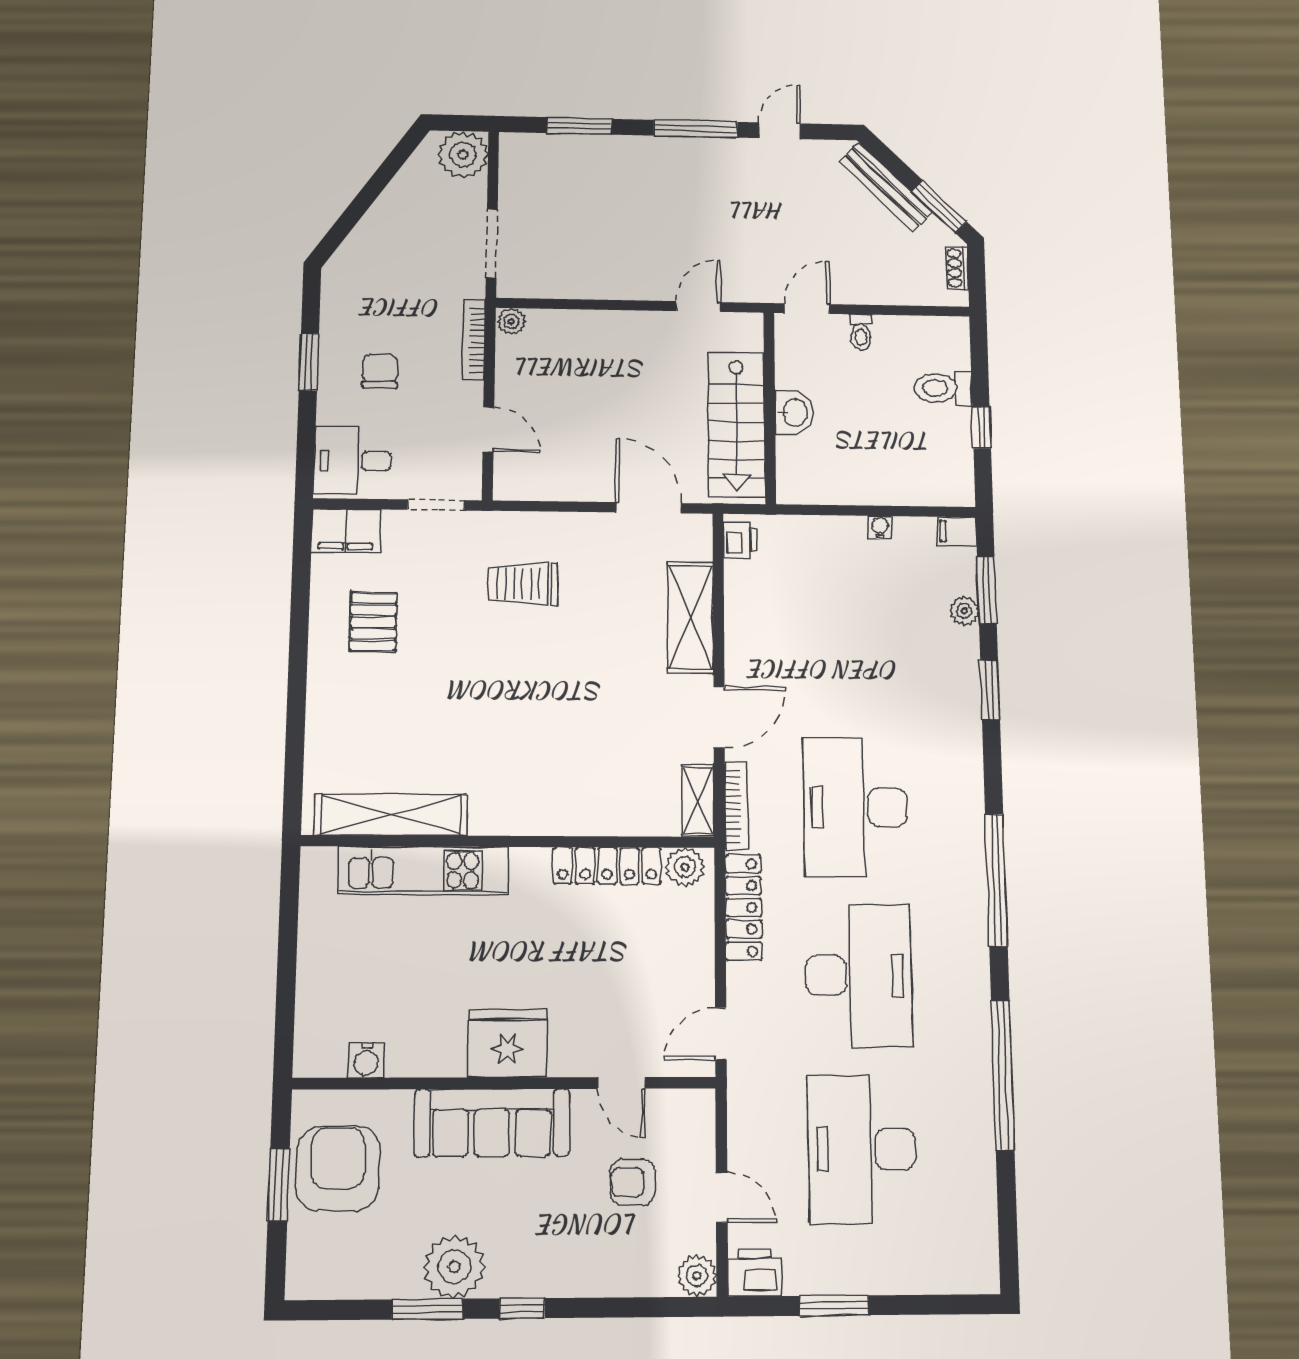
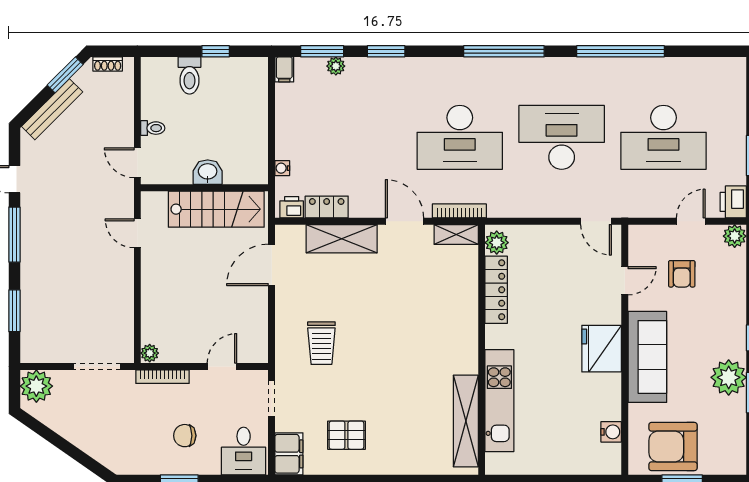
water cooler: (880, 527) -> (282, 168), moved
locker: (743, 907) -> (327, 207), moved, width x0.66

